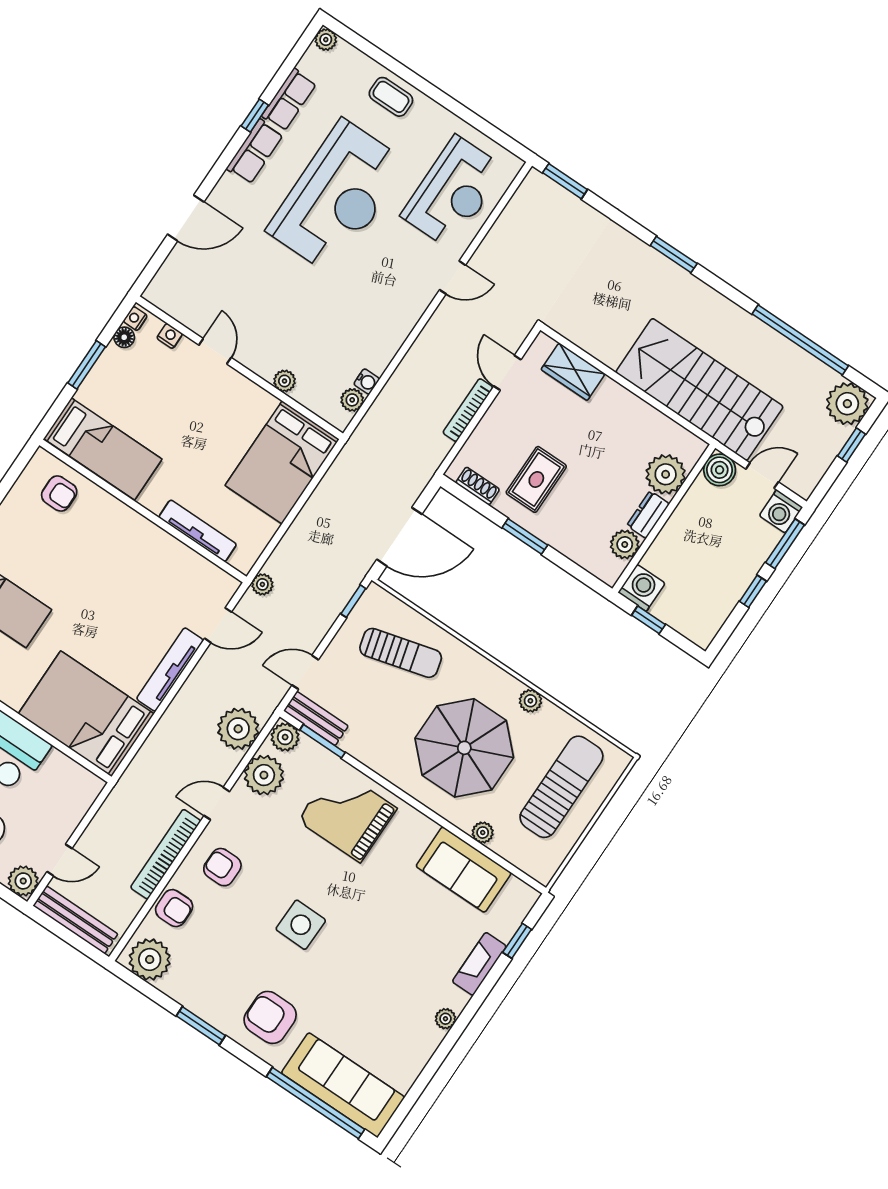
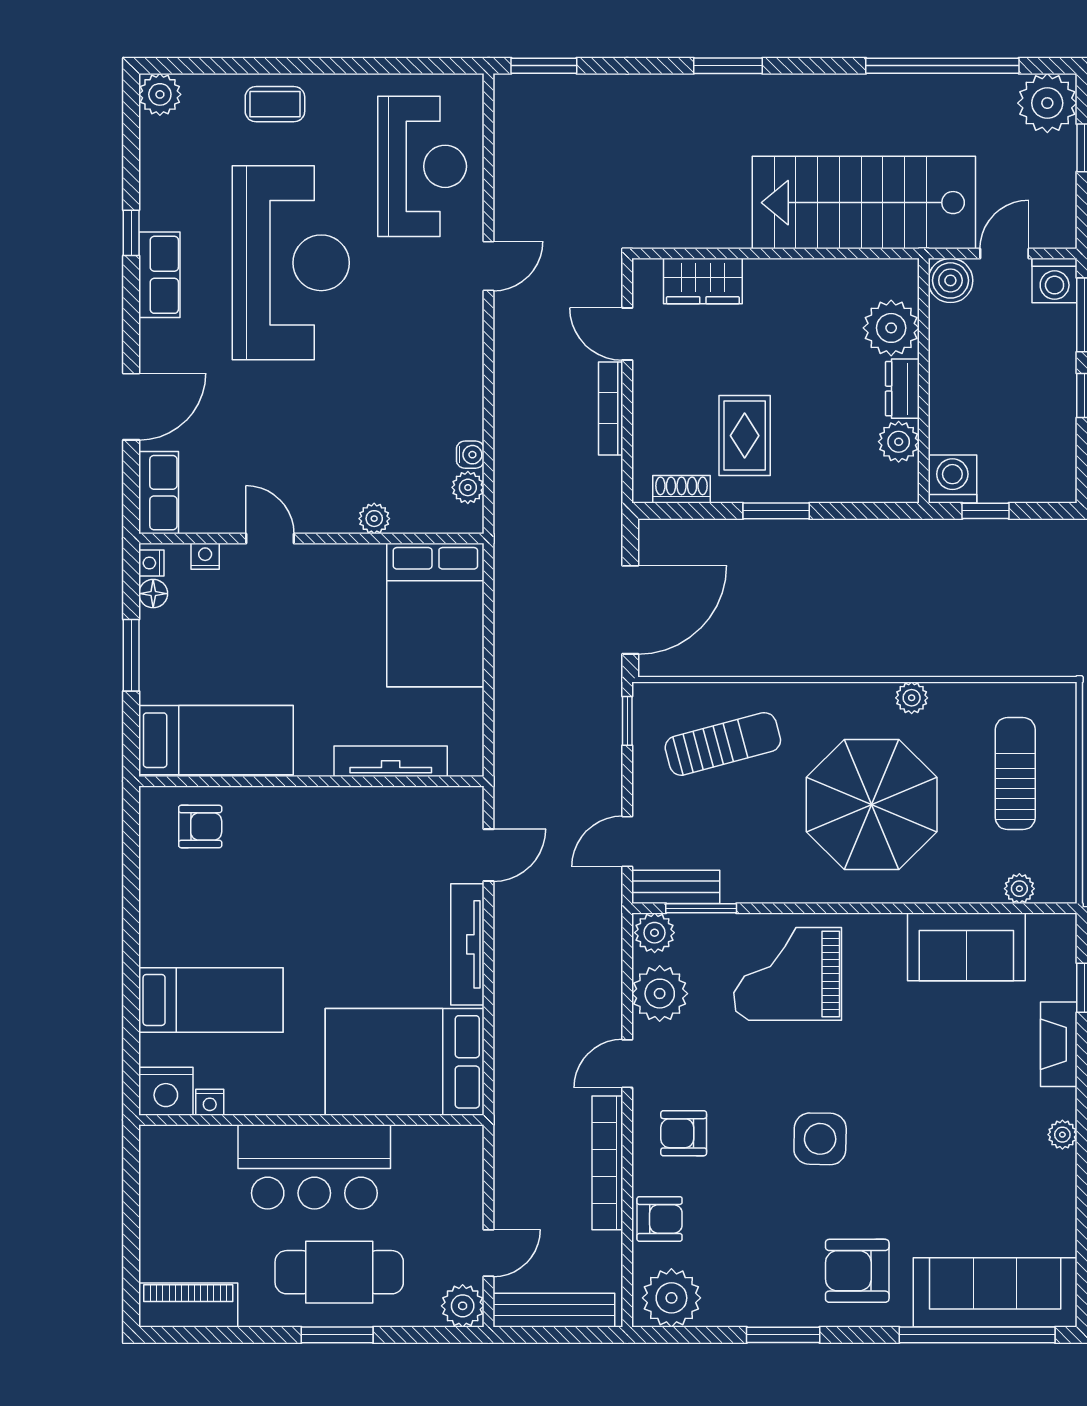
plant: (326, 40) -> (160, 94), width x1.38, depth x1.38
row of seats: (289, 100) -> (159, 493), moved
plant: (262, 584) -> (508, 773), removed
plant: (238, 729) -> (593, 960), removed
sun lounger: (561, 787) -> (1015, 774), width x0.73, depth x0.75
plant: (483, 833) -> (1019, 889), moved

